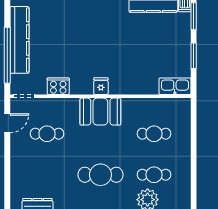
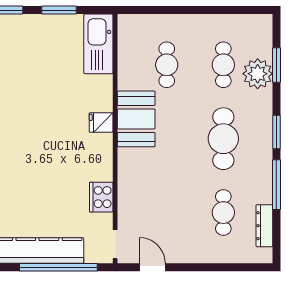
fridge: (101, 86) -> (101, 122), moved
kitchen sink: (175, 86) -> (98, 44), width x1.36, depth x1.24
booth: (100, 112) -> (136, 119), moved
cafe table: (47, 134) -> (223, 213), moved

